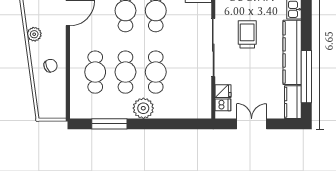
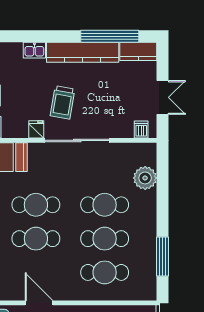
trolley: (247, 34) -> (62, 102), turned -80
fridge: (223, 91) -> (36, 129), moved
plant: (143, 108) -> (145, 178), moved
double door: (252, 124) -> (163, 97), swing flipped

